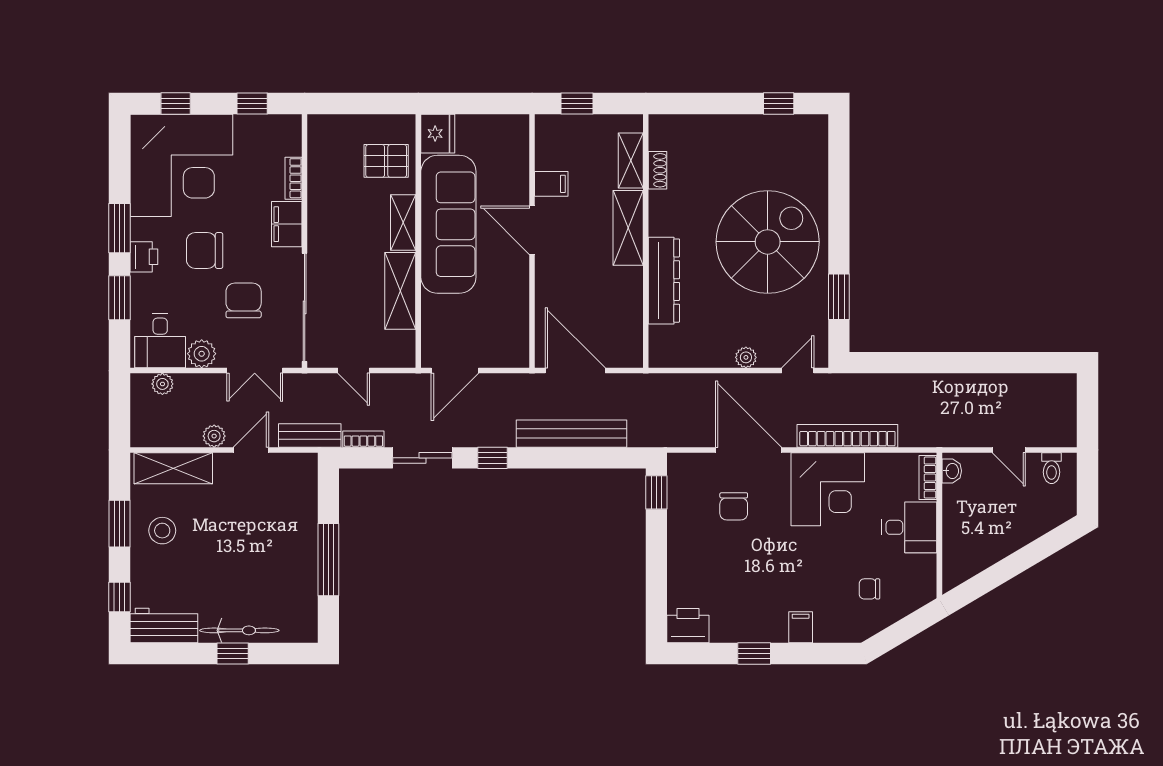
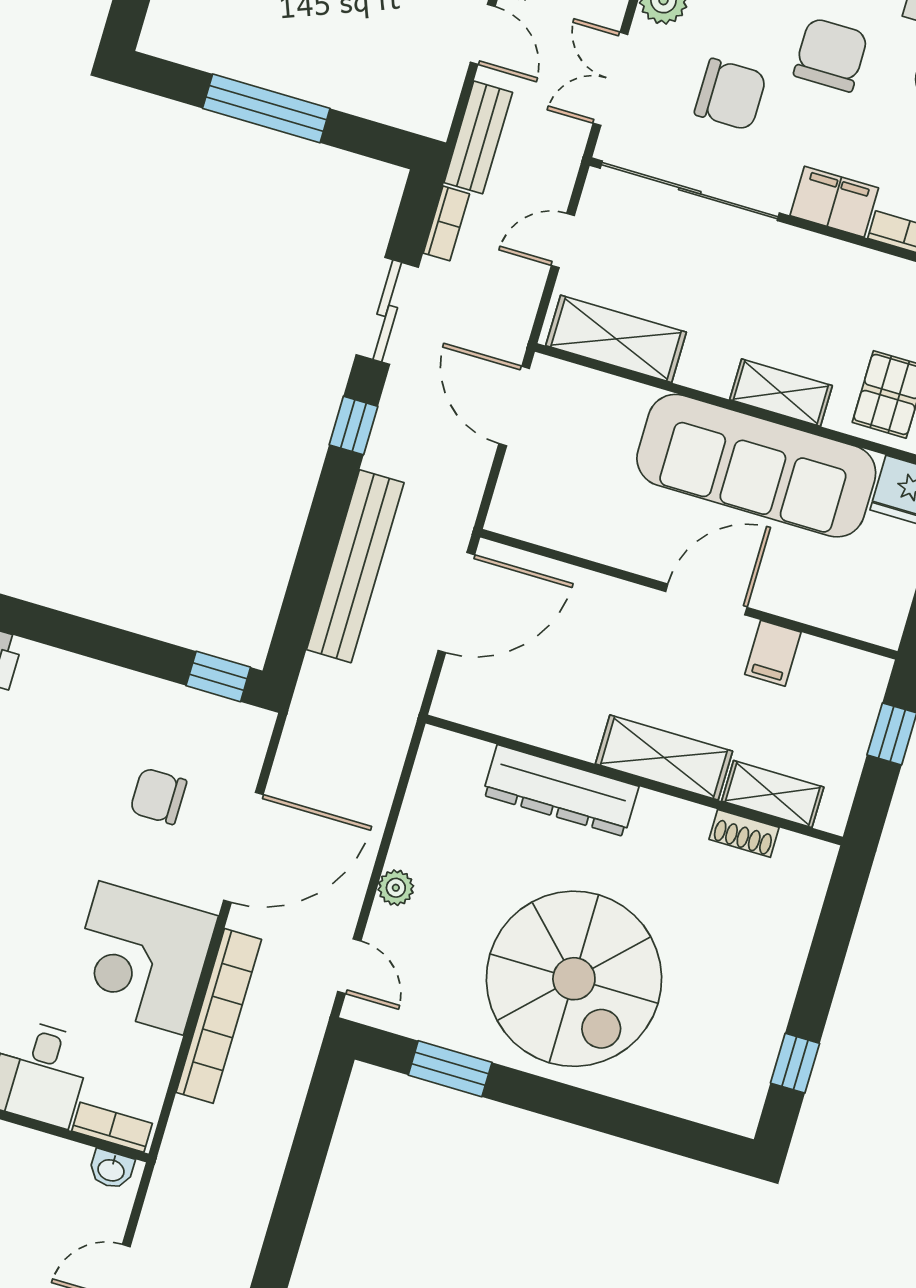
shelving: (400, 291) -> (616, 339), moved

